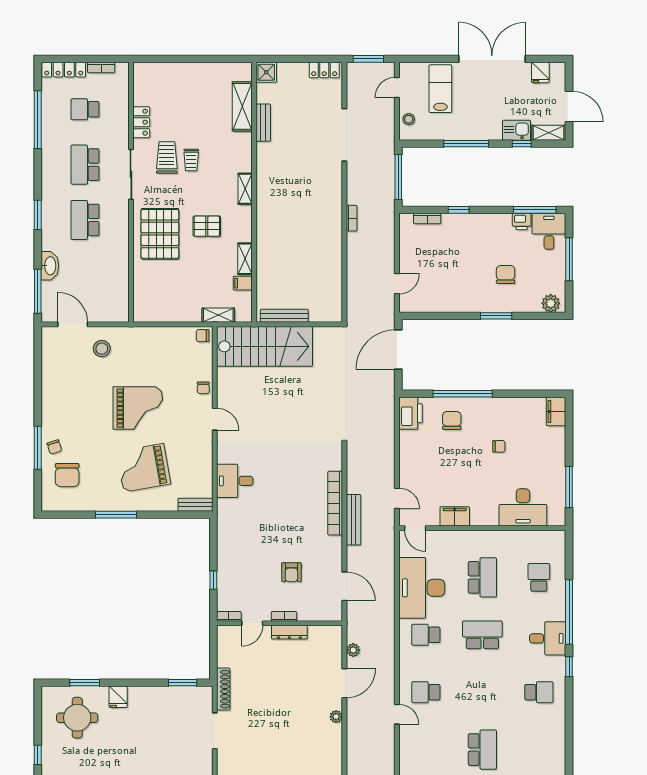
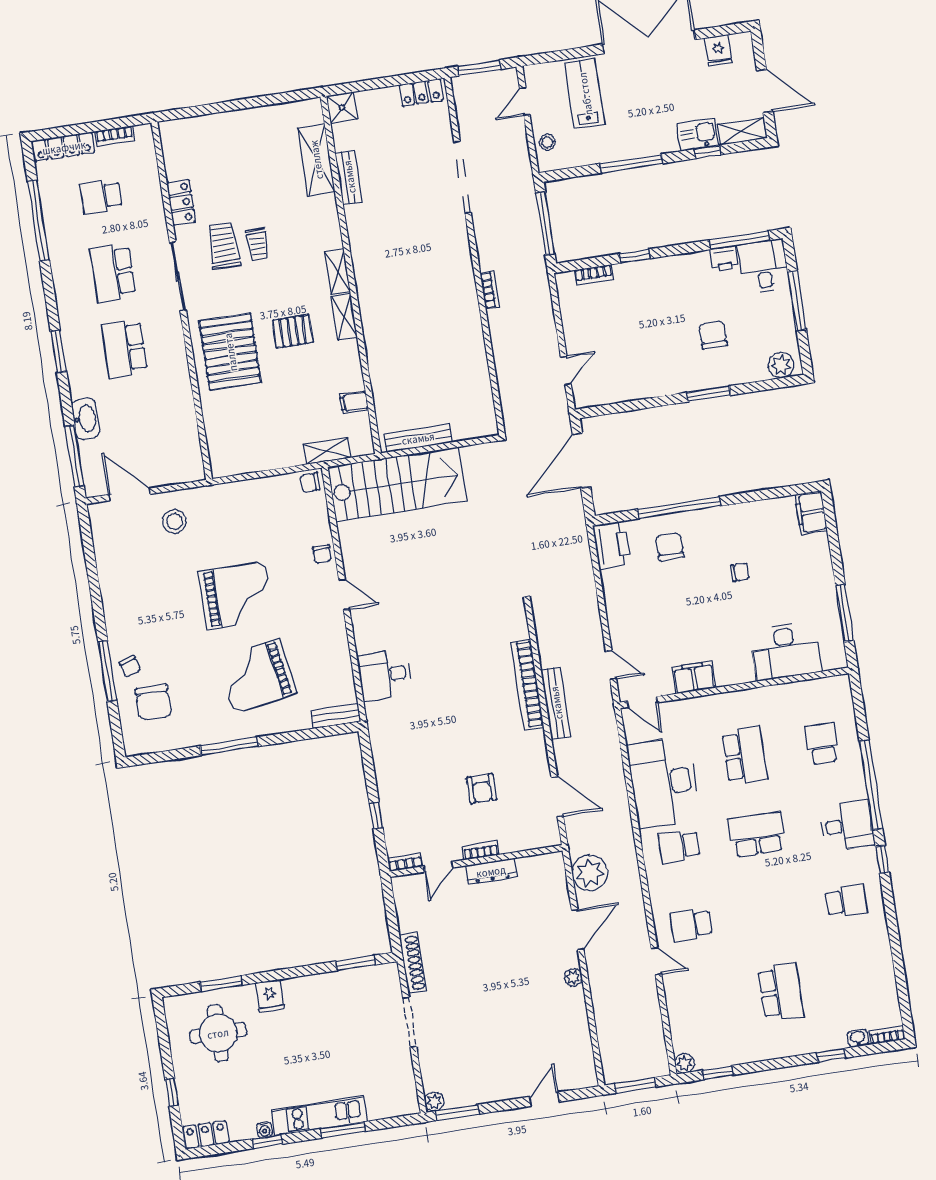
shelving: (245, 259) -> (344, 317), moved
plant: (353, 650) -> (590, 873), width x1.88, depth x1.88

